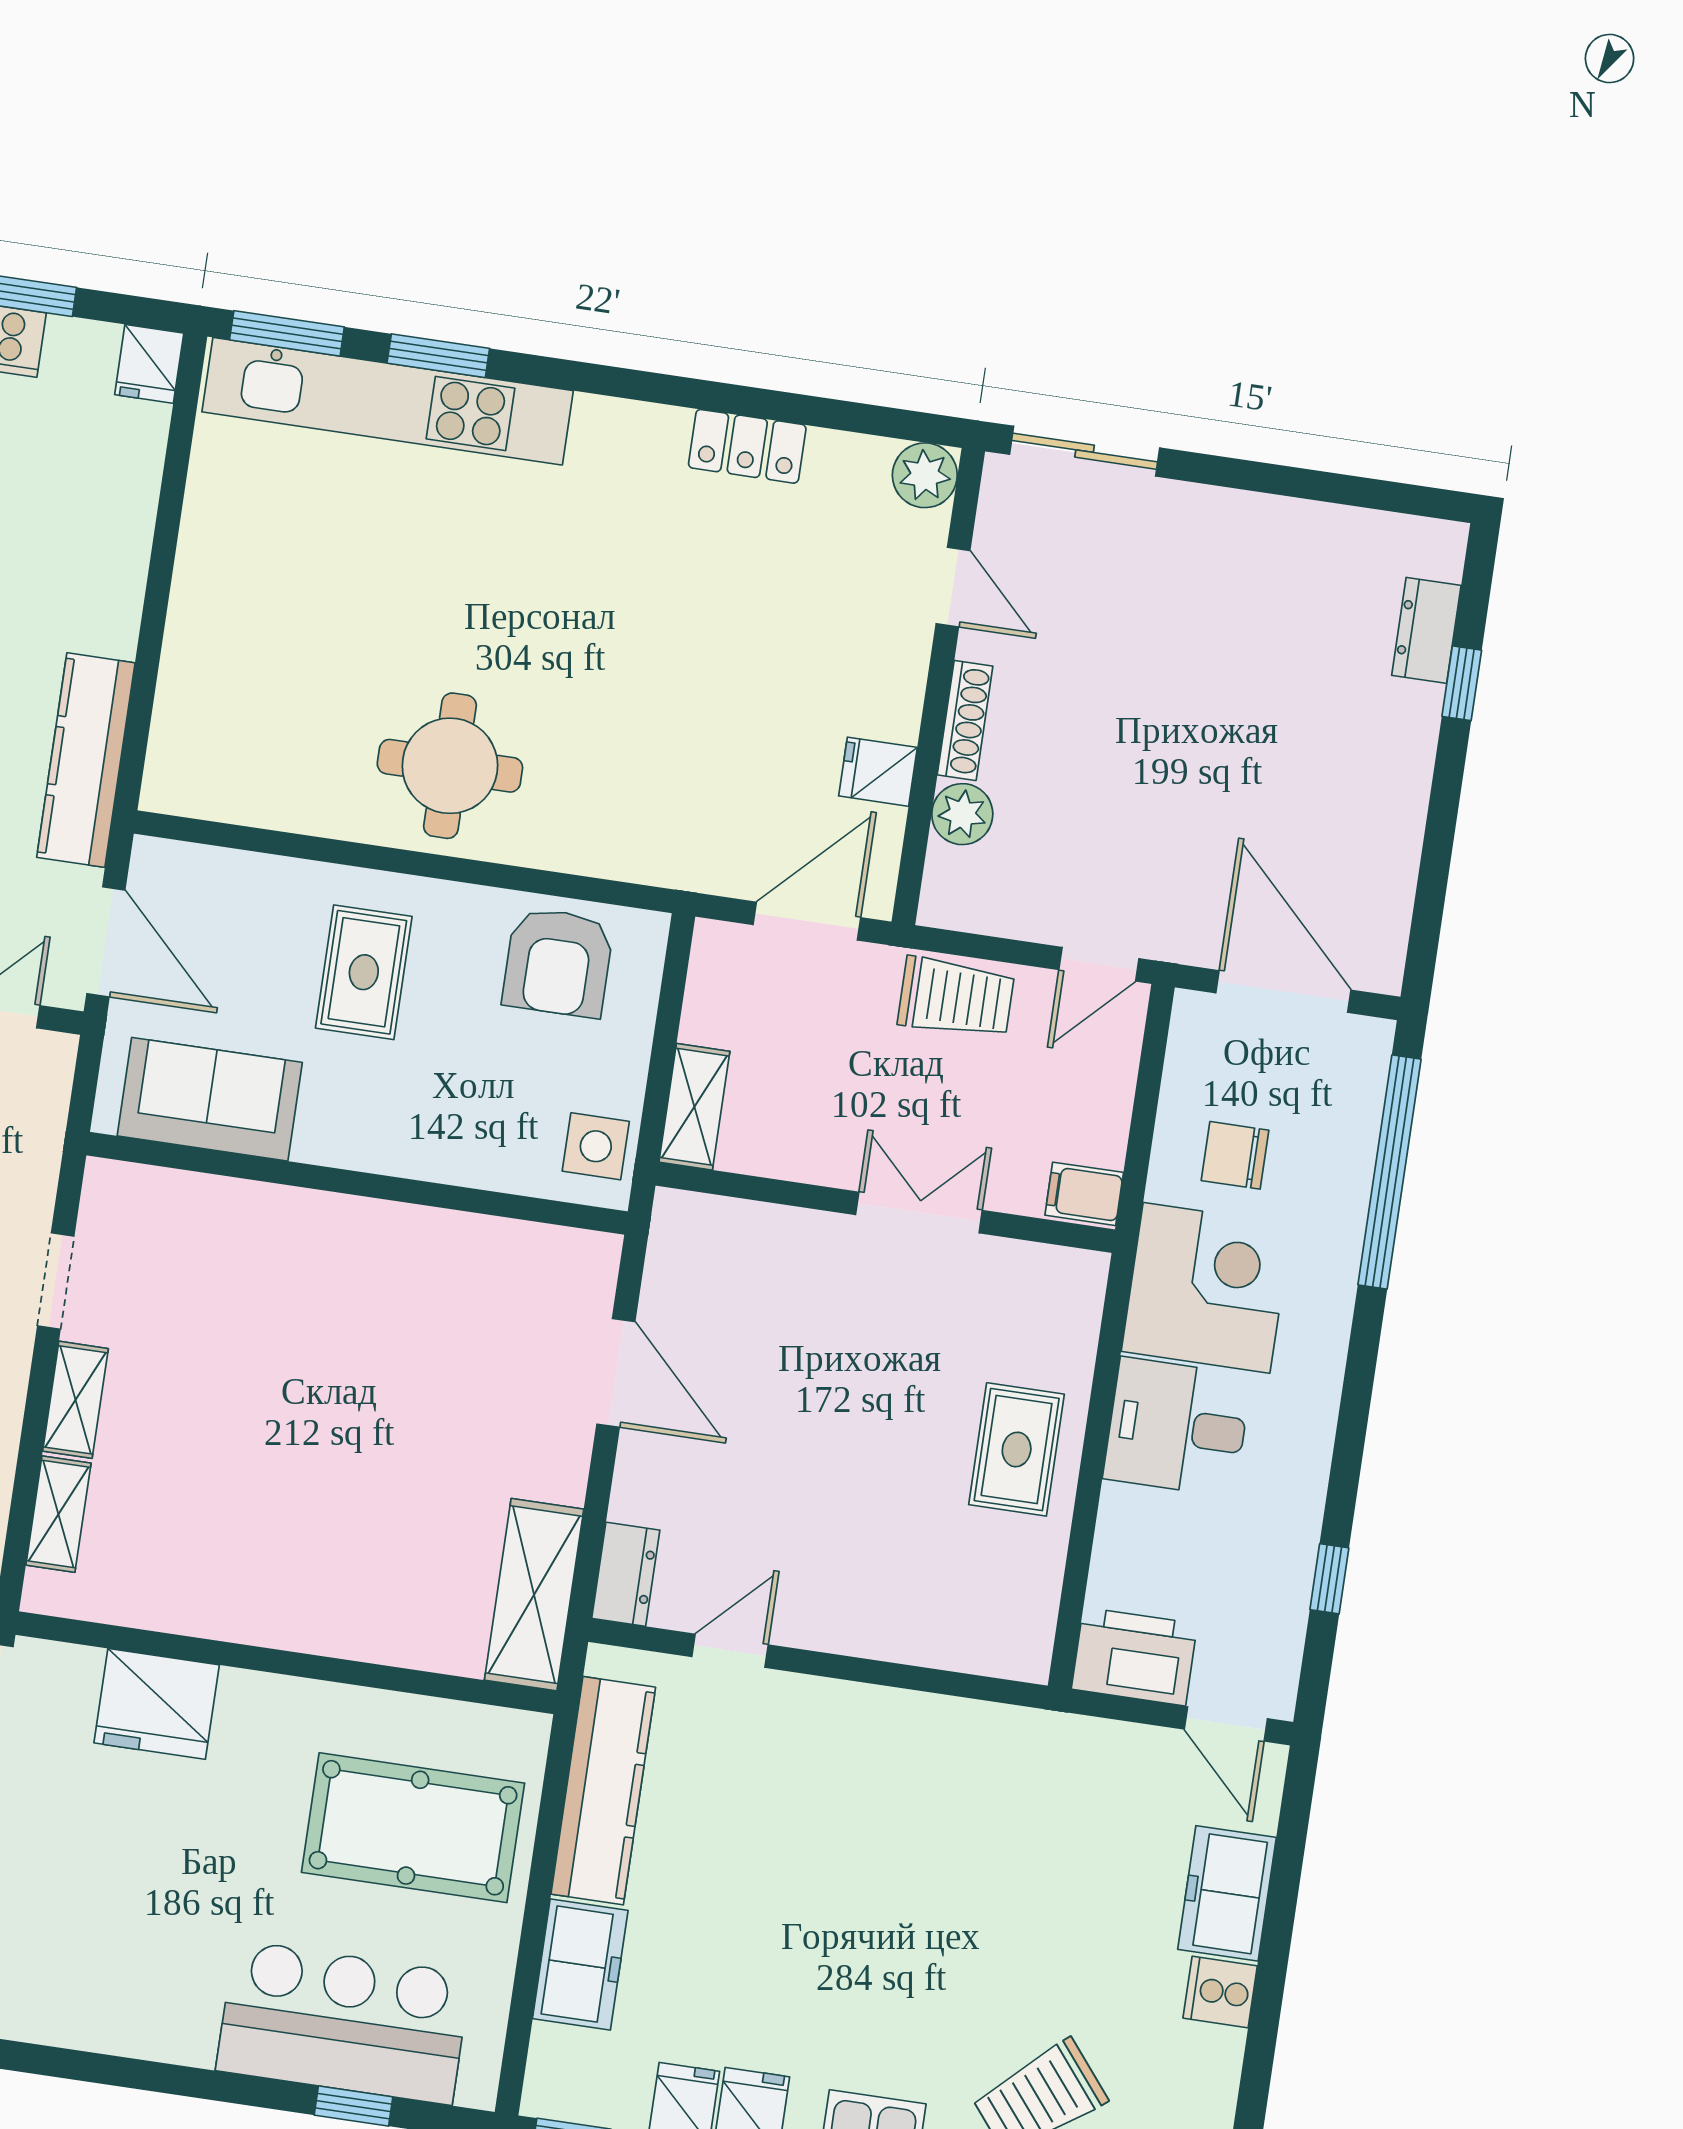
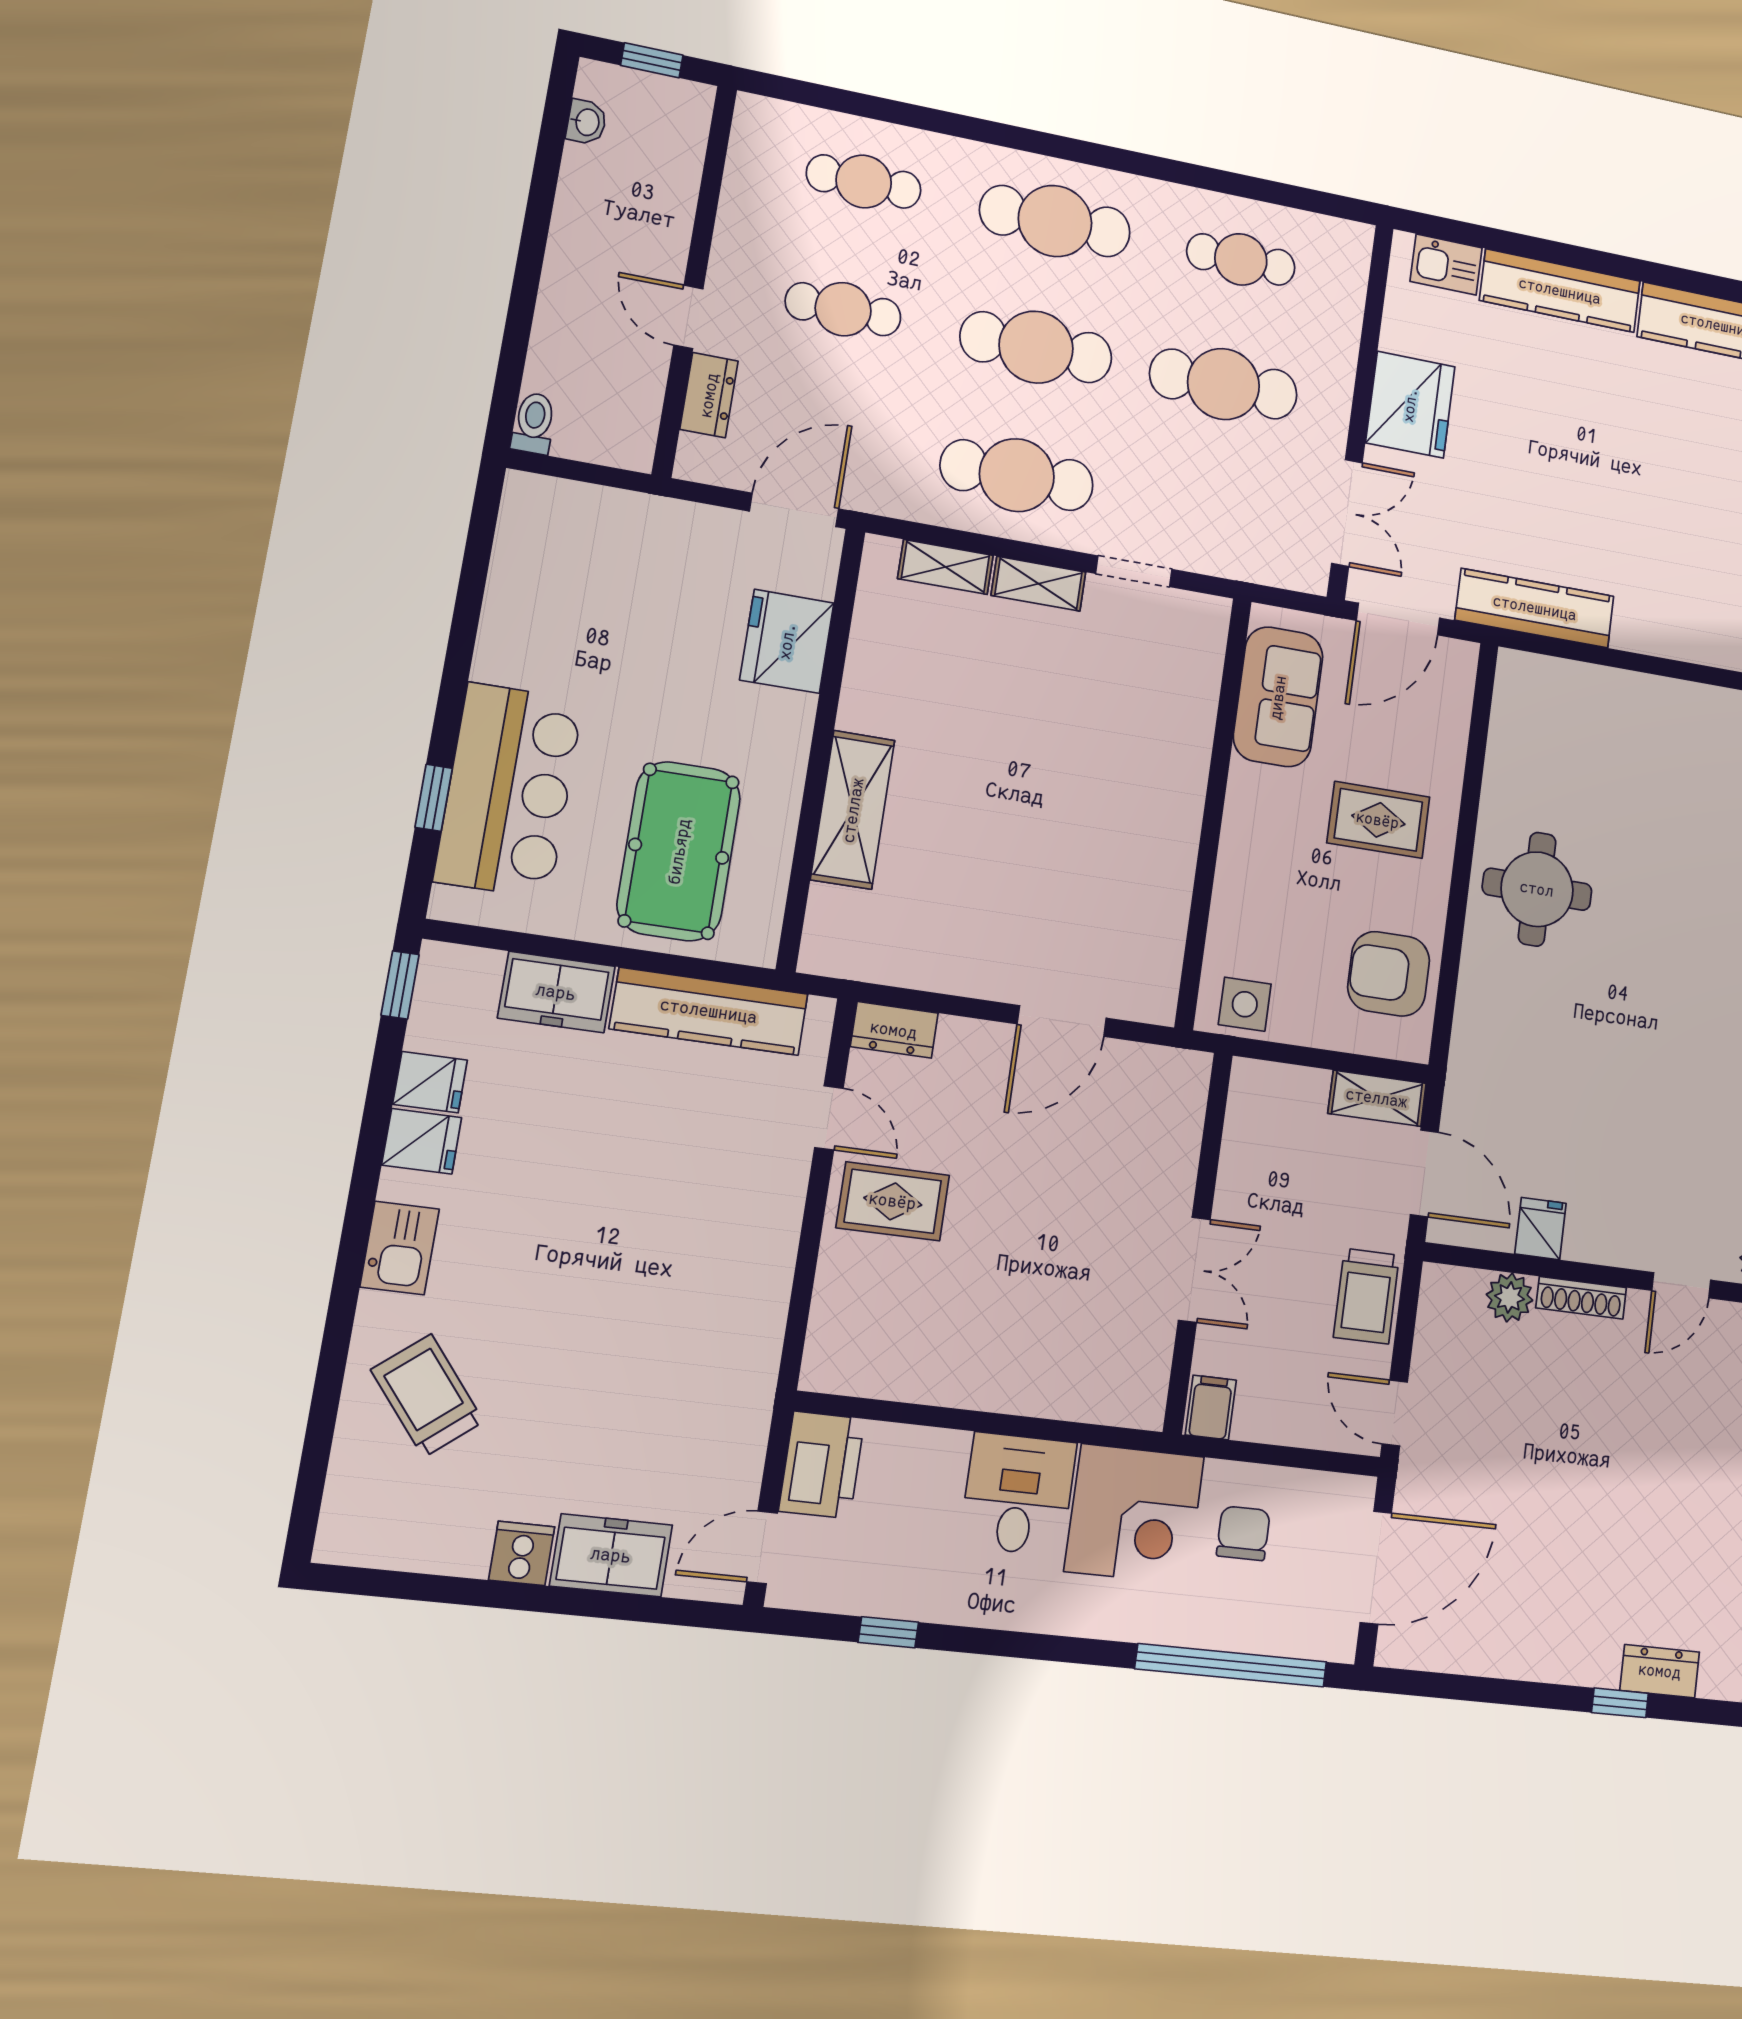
shelving: (694, 1107) -> (1377, 1098), moved
rug: (1017, 1449) -> (893, 1201), moved
shelving: (534, 1595) -> (853, 810), moved, turned 90

